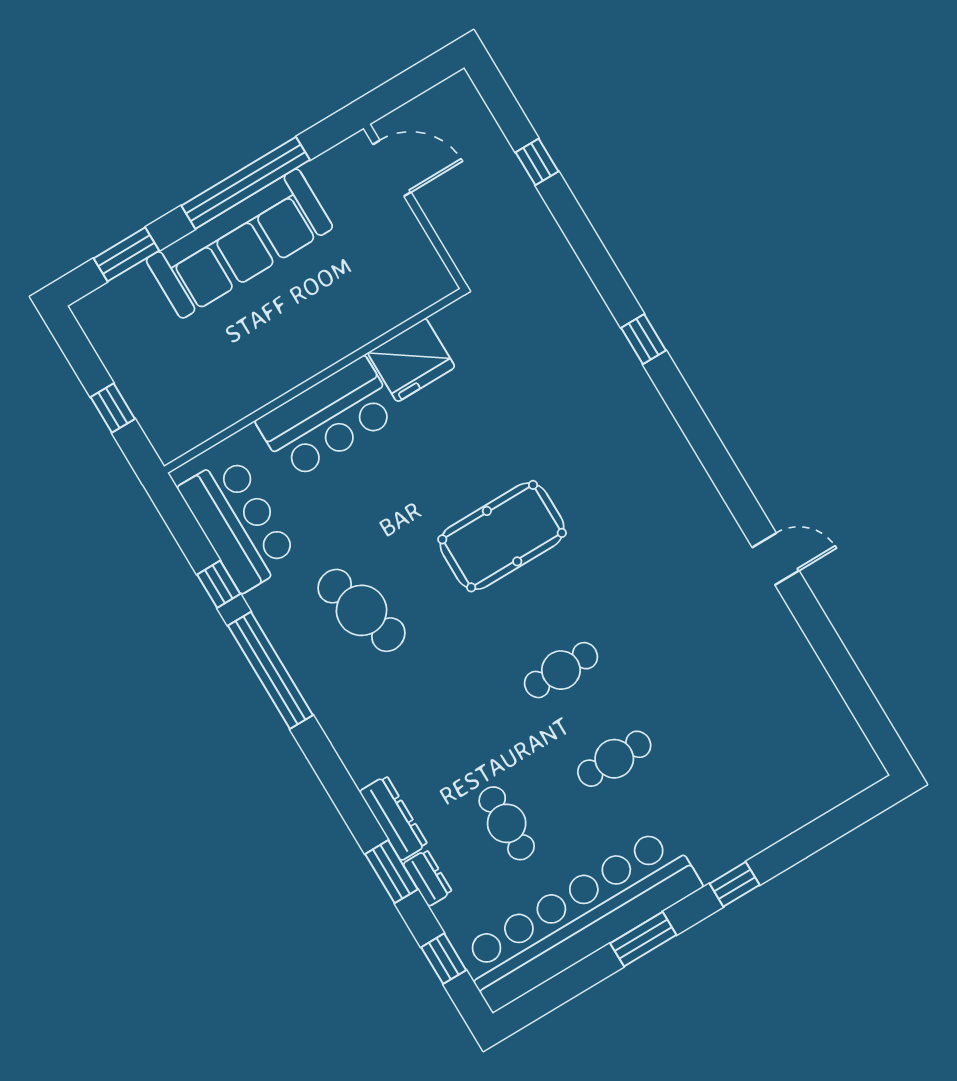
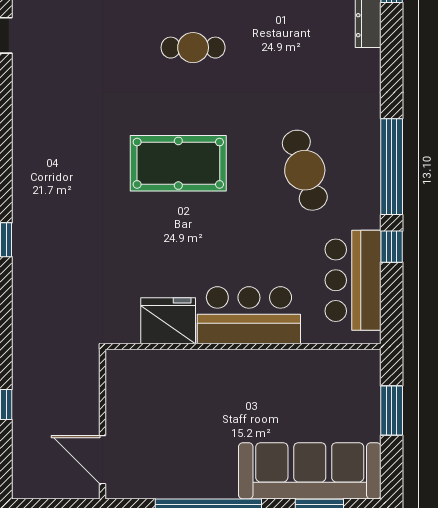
sofa: (239, 244) -> (310, 471), moved
window: (113, 408) -> (392, 410), width x1.50

